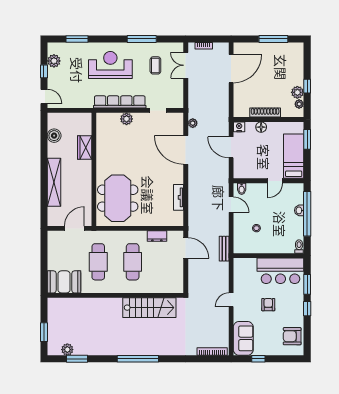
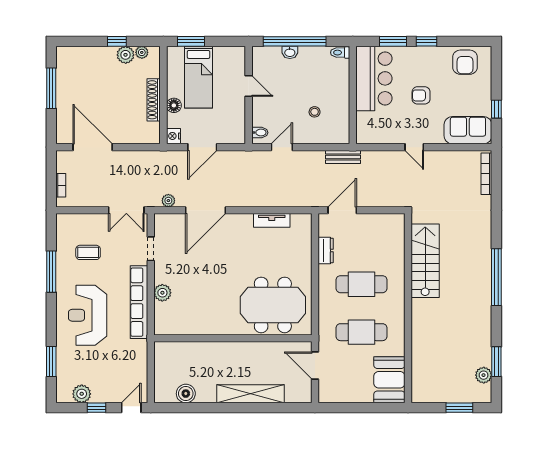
double door: (186, 65) -> (126, 210), moved
wardrobe: (85, 148) -> (202, 351), removed
bed: (294, 156) -> (199, 77), moved, turned -90

